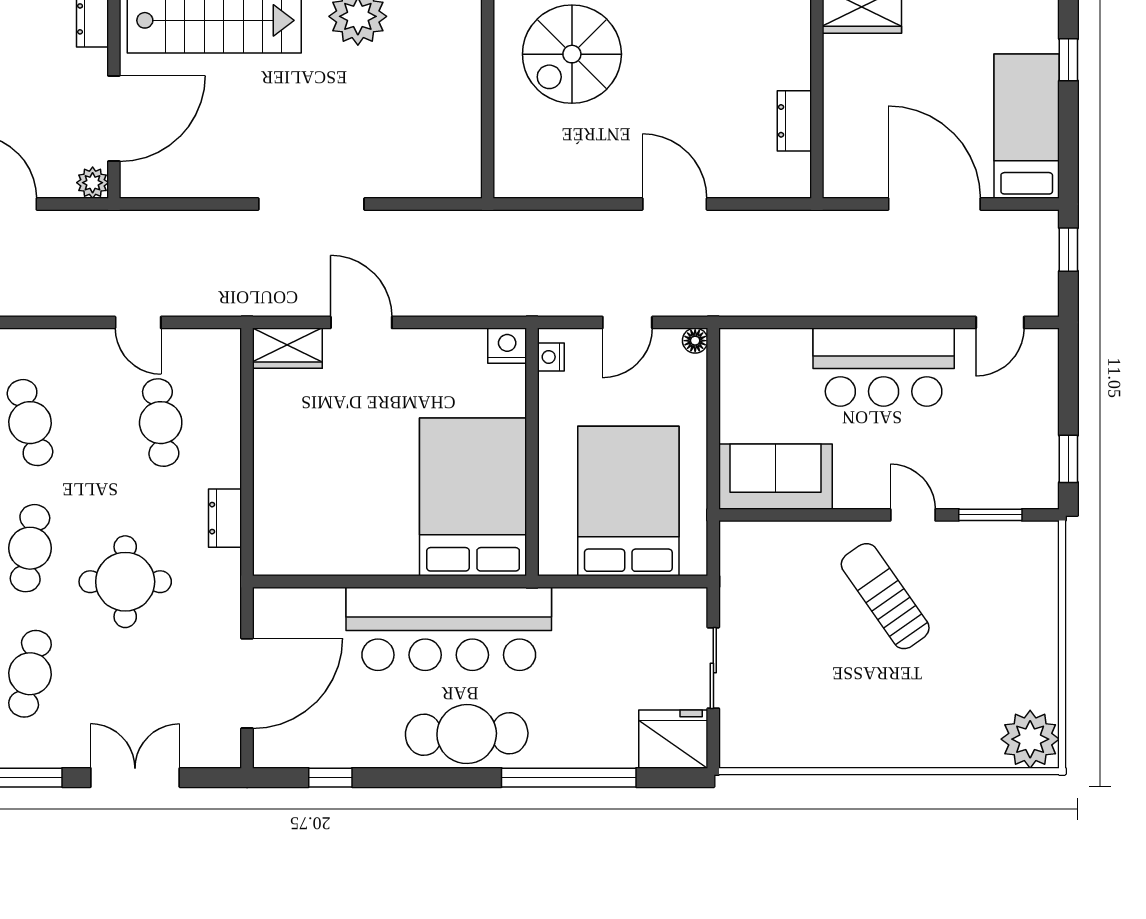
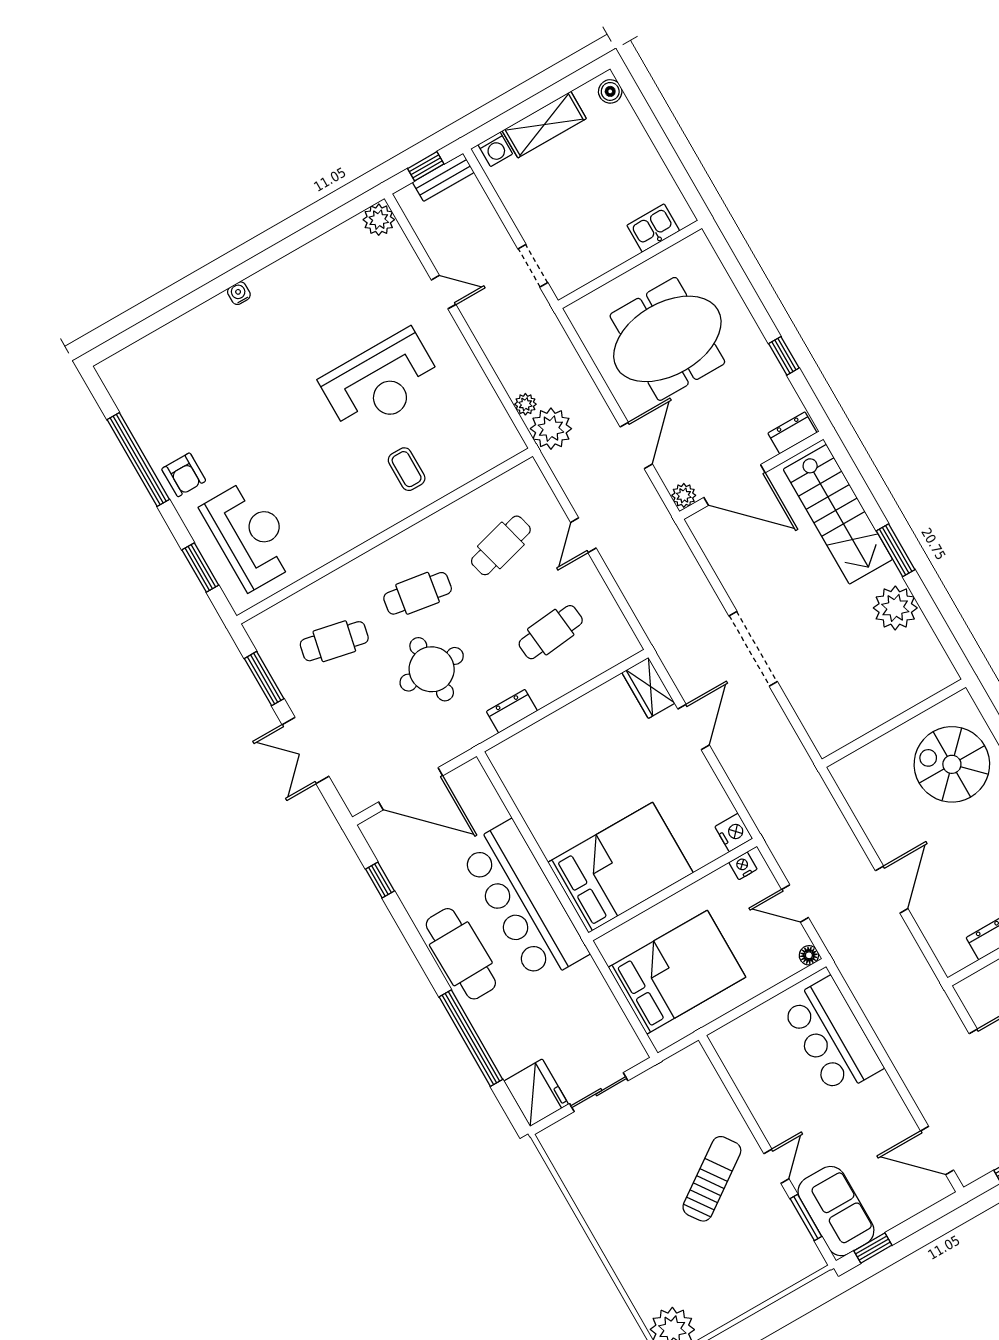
door: (138, 322) -> (583, 535), moved
door: (1000, 322) -> (937, 1150), width x1.38
bar counter: (884, 367) -> (832, 1036), moved
sofa: (775, 477) -> (836, 1211), moved
double door: (135, 778) -> (305, 750), swing flipped

